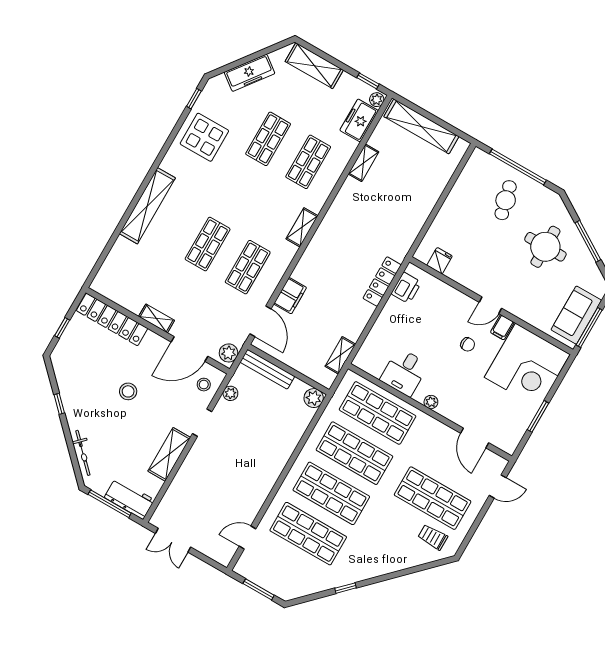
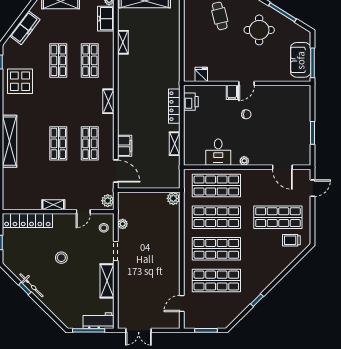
filing cabinet: (502, 327) -> (232, 92), moved
door: (190, 349) -> (83, 212), width x0.53
shelving: (340, 355) -> (175, 144), moved
corner desk: (527, 366) -> (289, 107), removed
bench: (267, 369) -> (136, 197), removed
bicycle: (83, 453) -> (31, 285), moved

